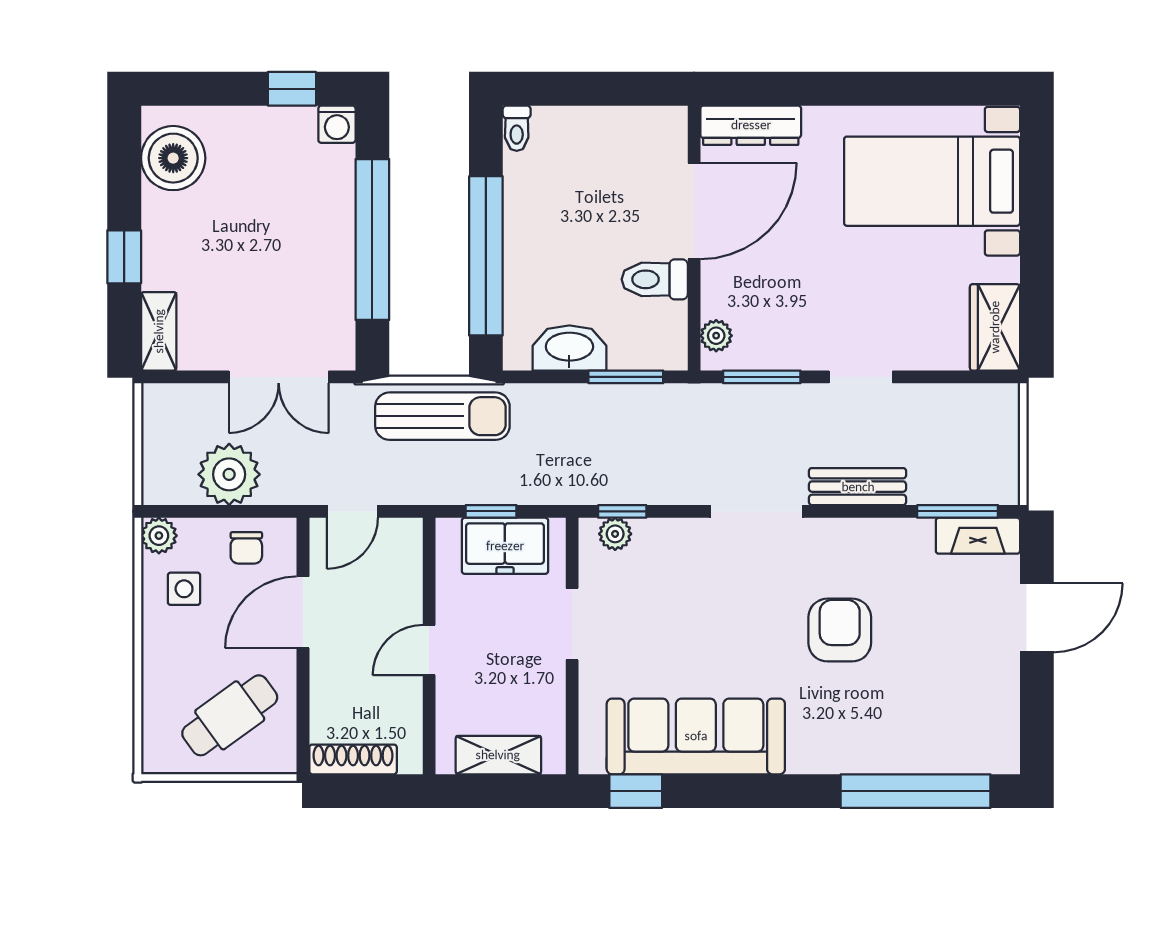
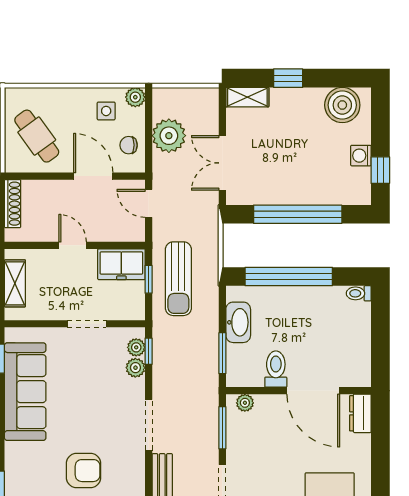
washing machine: (337, 124) -> (361, 156), moved
dresser: (751, 125) -> (360, 413), width x0.70
sun lounger: (442, 416) -> (178, 279), moved
plant: (652, 535) -> (135, 368), added
freezer: (505, 546) -> (121, 264), moved, turned -90

